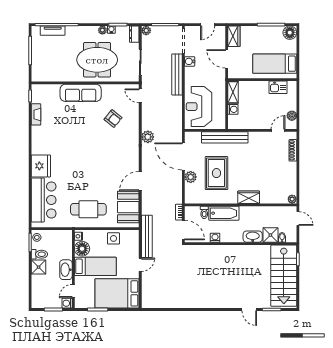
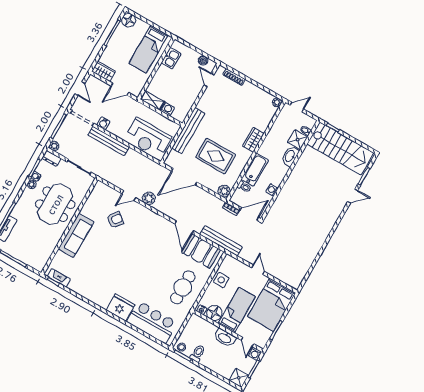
door: (140, 96) -> (129, 196), moved
fireplace: (36, 114) -> (59, 278), moved
plant: (191, 177) -> (224, 191), moved
bench: (147, 236) -> (221, 241), moved
shower: (39, 267) -> (239, 378), moved

